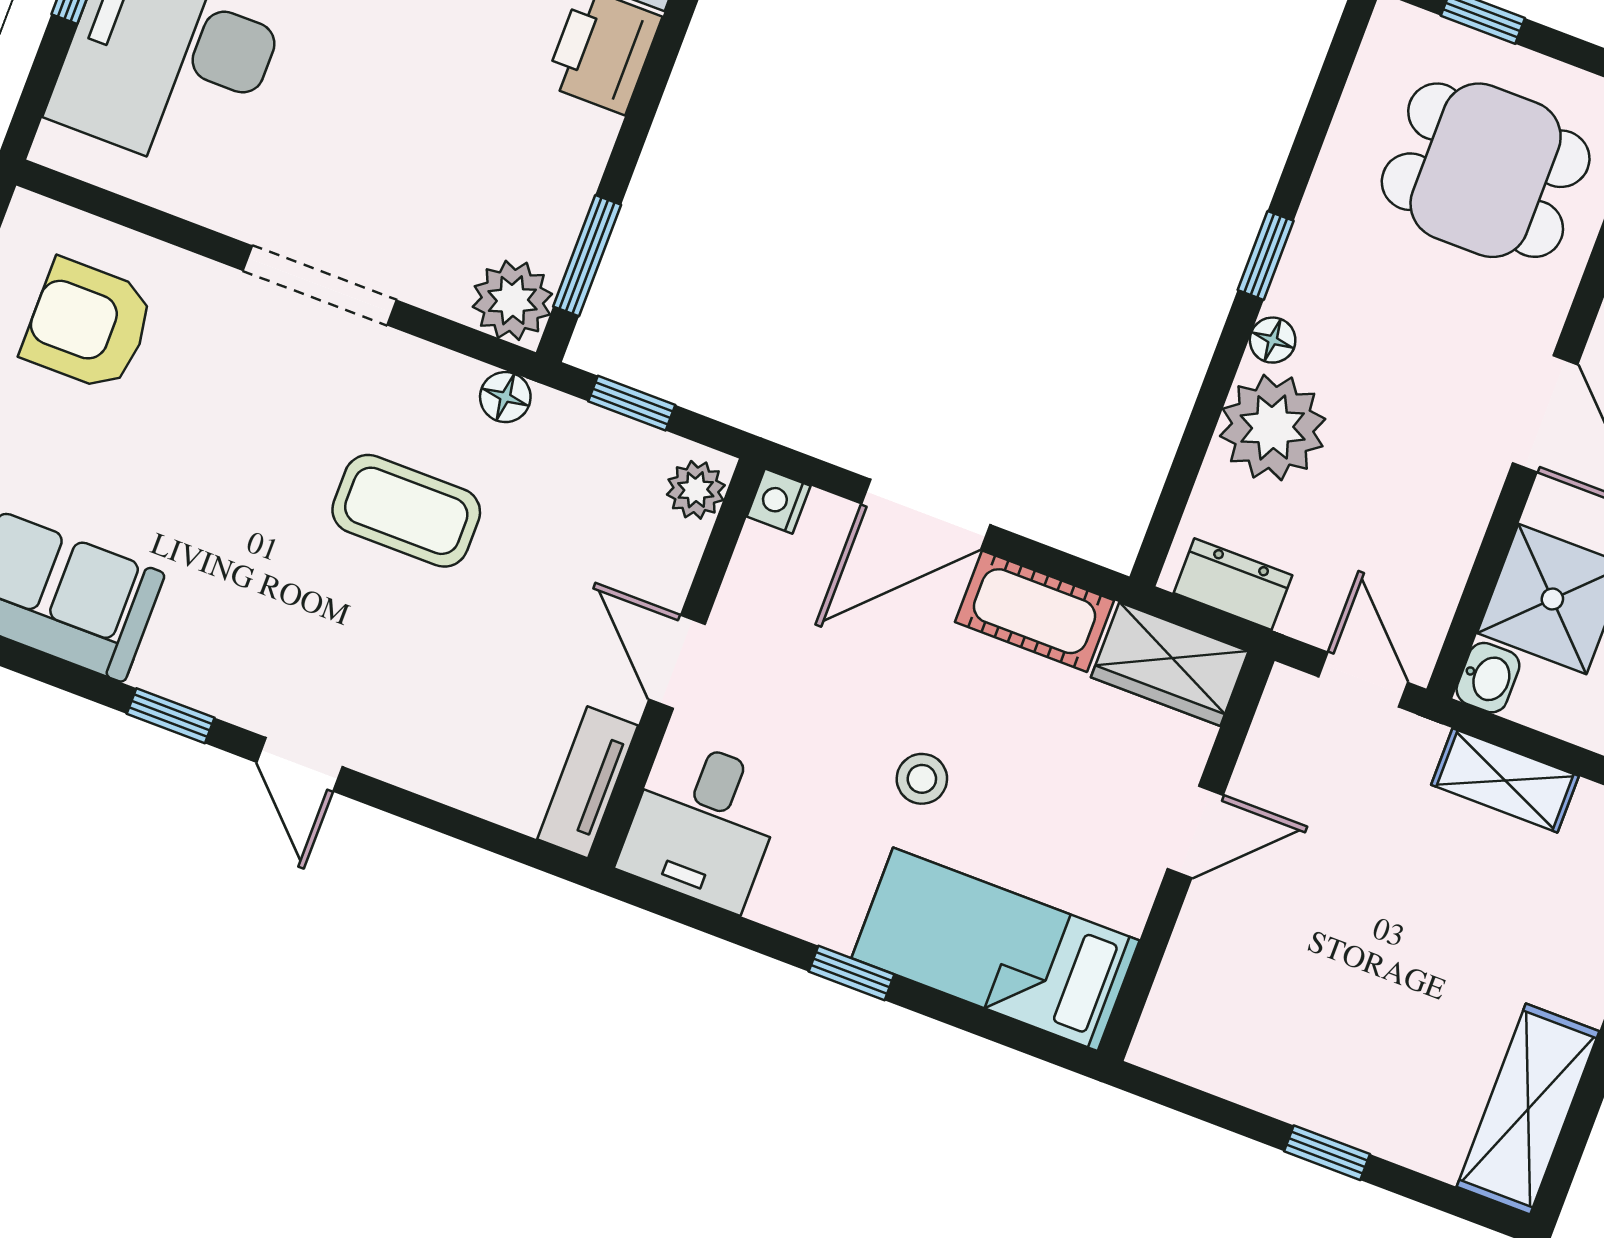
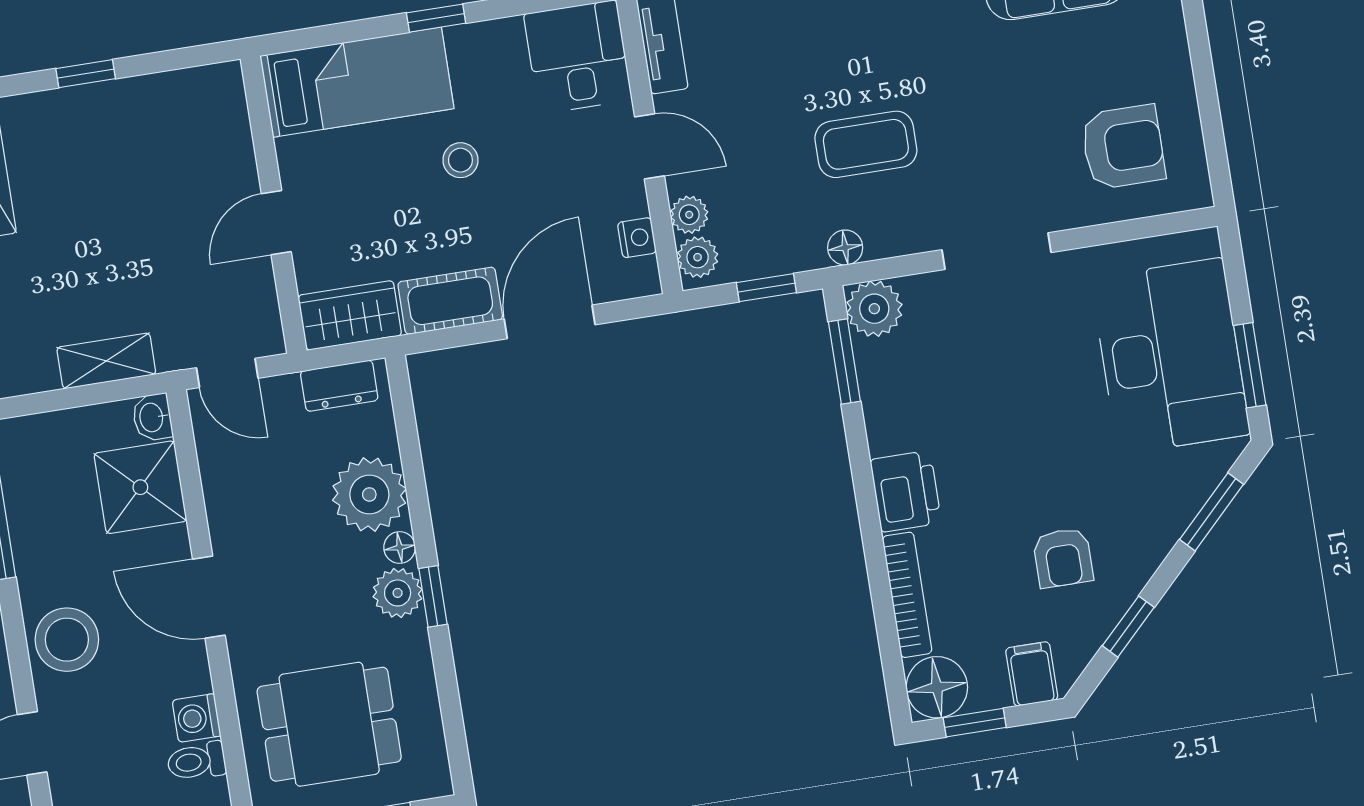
plant: (1307, 285) -> (398, 593), added
nightstand: (779, 501) -> (637, 238), moved
plant: (676, 549) -> (689, 215), added

